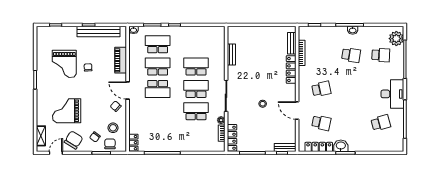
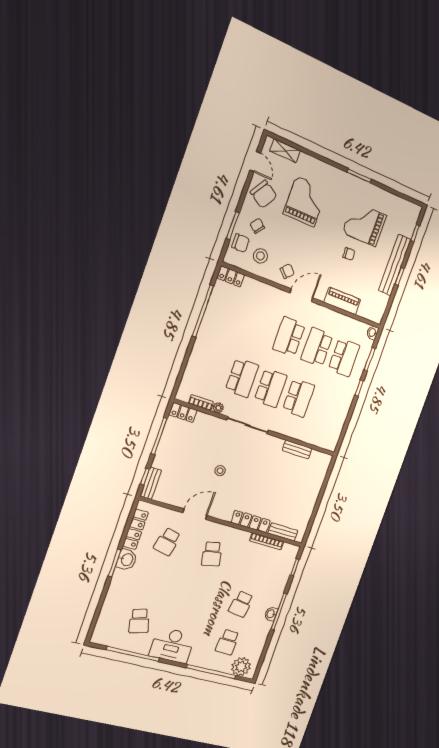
bench: (98, 31) -> (395, 265), moved
school desk: (158, 67) -> (317, 347), turned 180
locker: (232, 138) -> (183, 413), width x0.66

